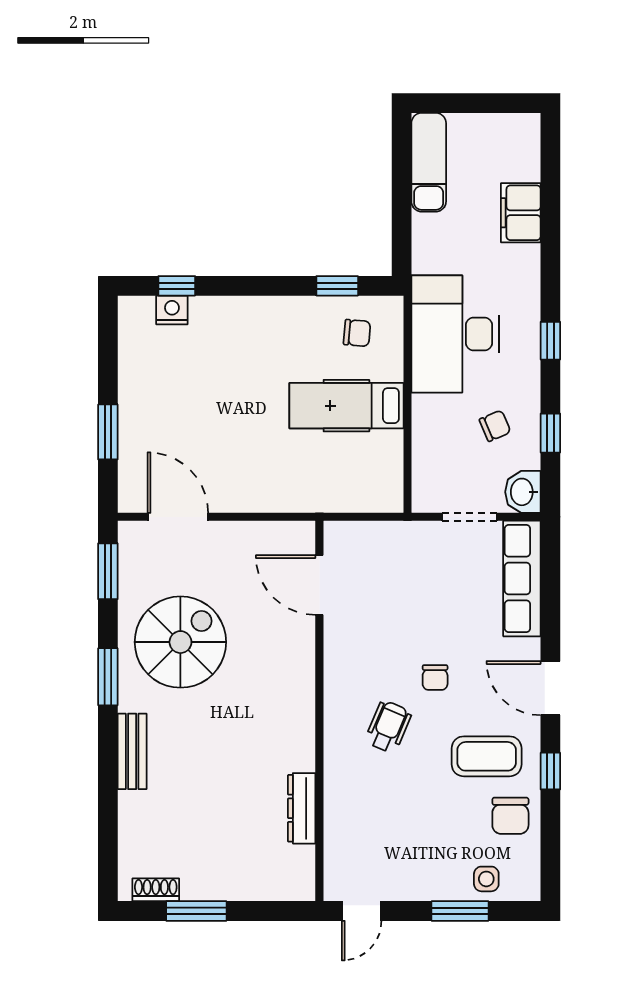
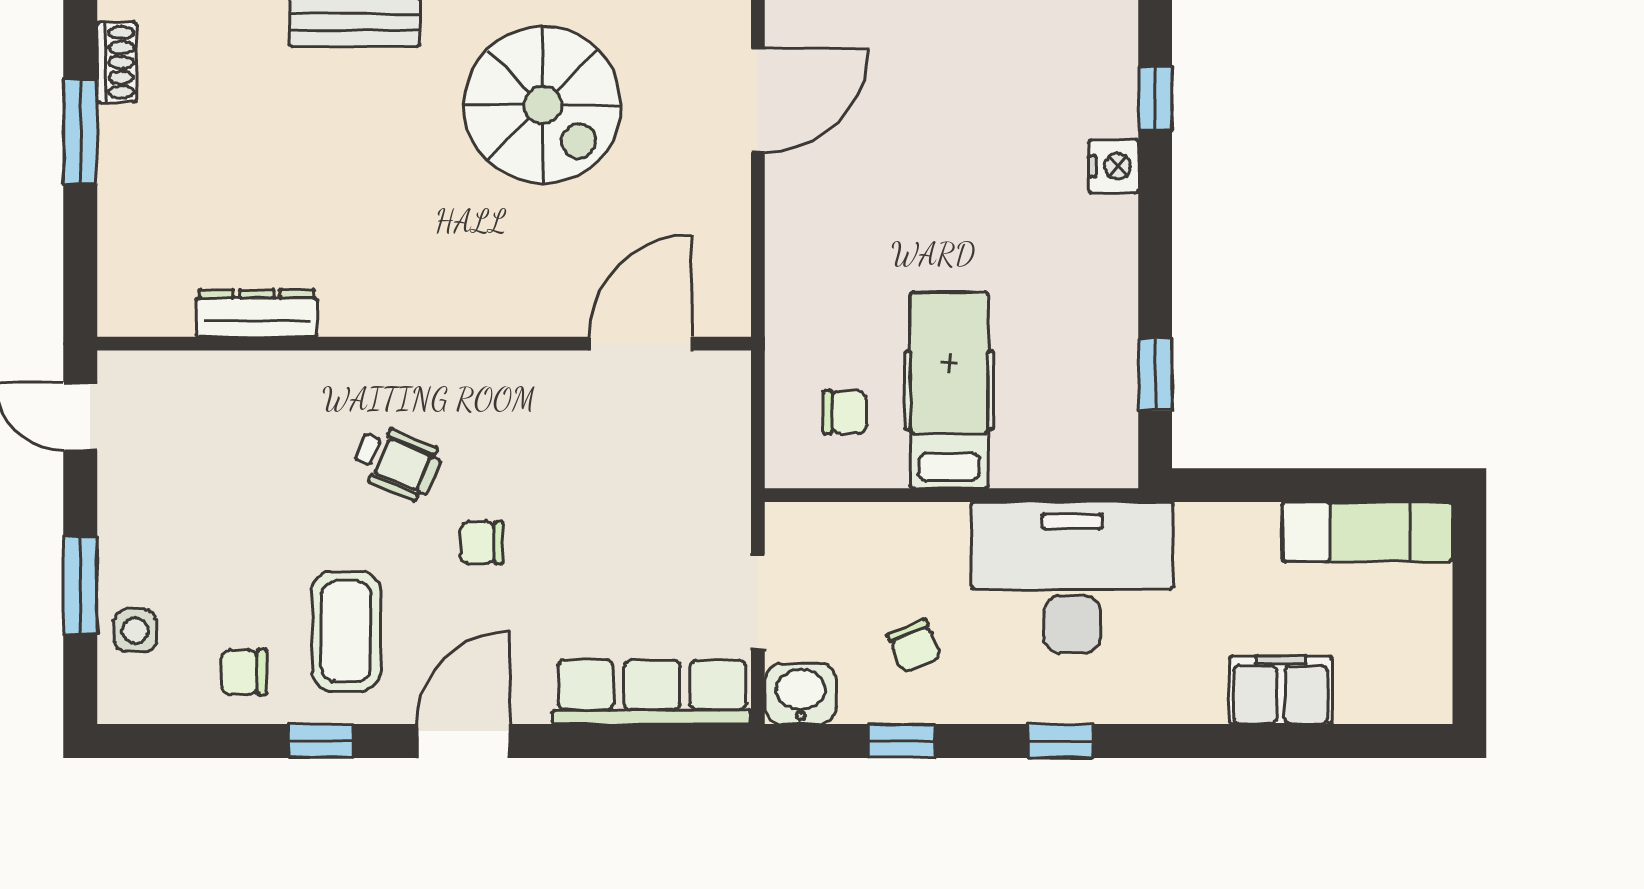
nightstand: (172, 310) -> (1114, 166), moved
chair: (357, 333) -> (845, 412), moved, turned -95
chair: (510, 816) -> (244, 672), width x0.73, depth x0.73

